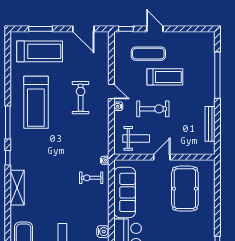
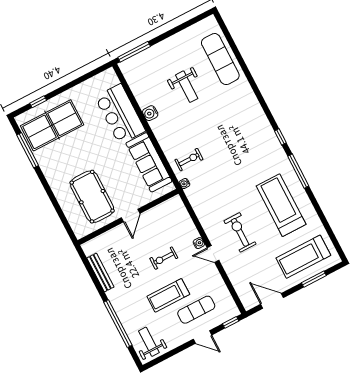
exercise bike: (81, 98) -> (240, 232), turned 180
exercise bike: (153, 109) -> (164, 258), width x0.73, depth x0.72
weight bench: (136, 138) -> (149, 342), moved, turned 90
shelving: (17, 188) -> (256, 113), removed

